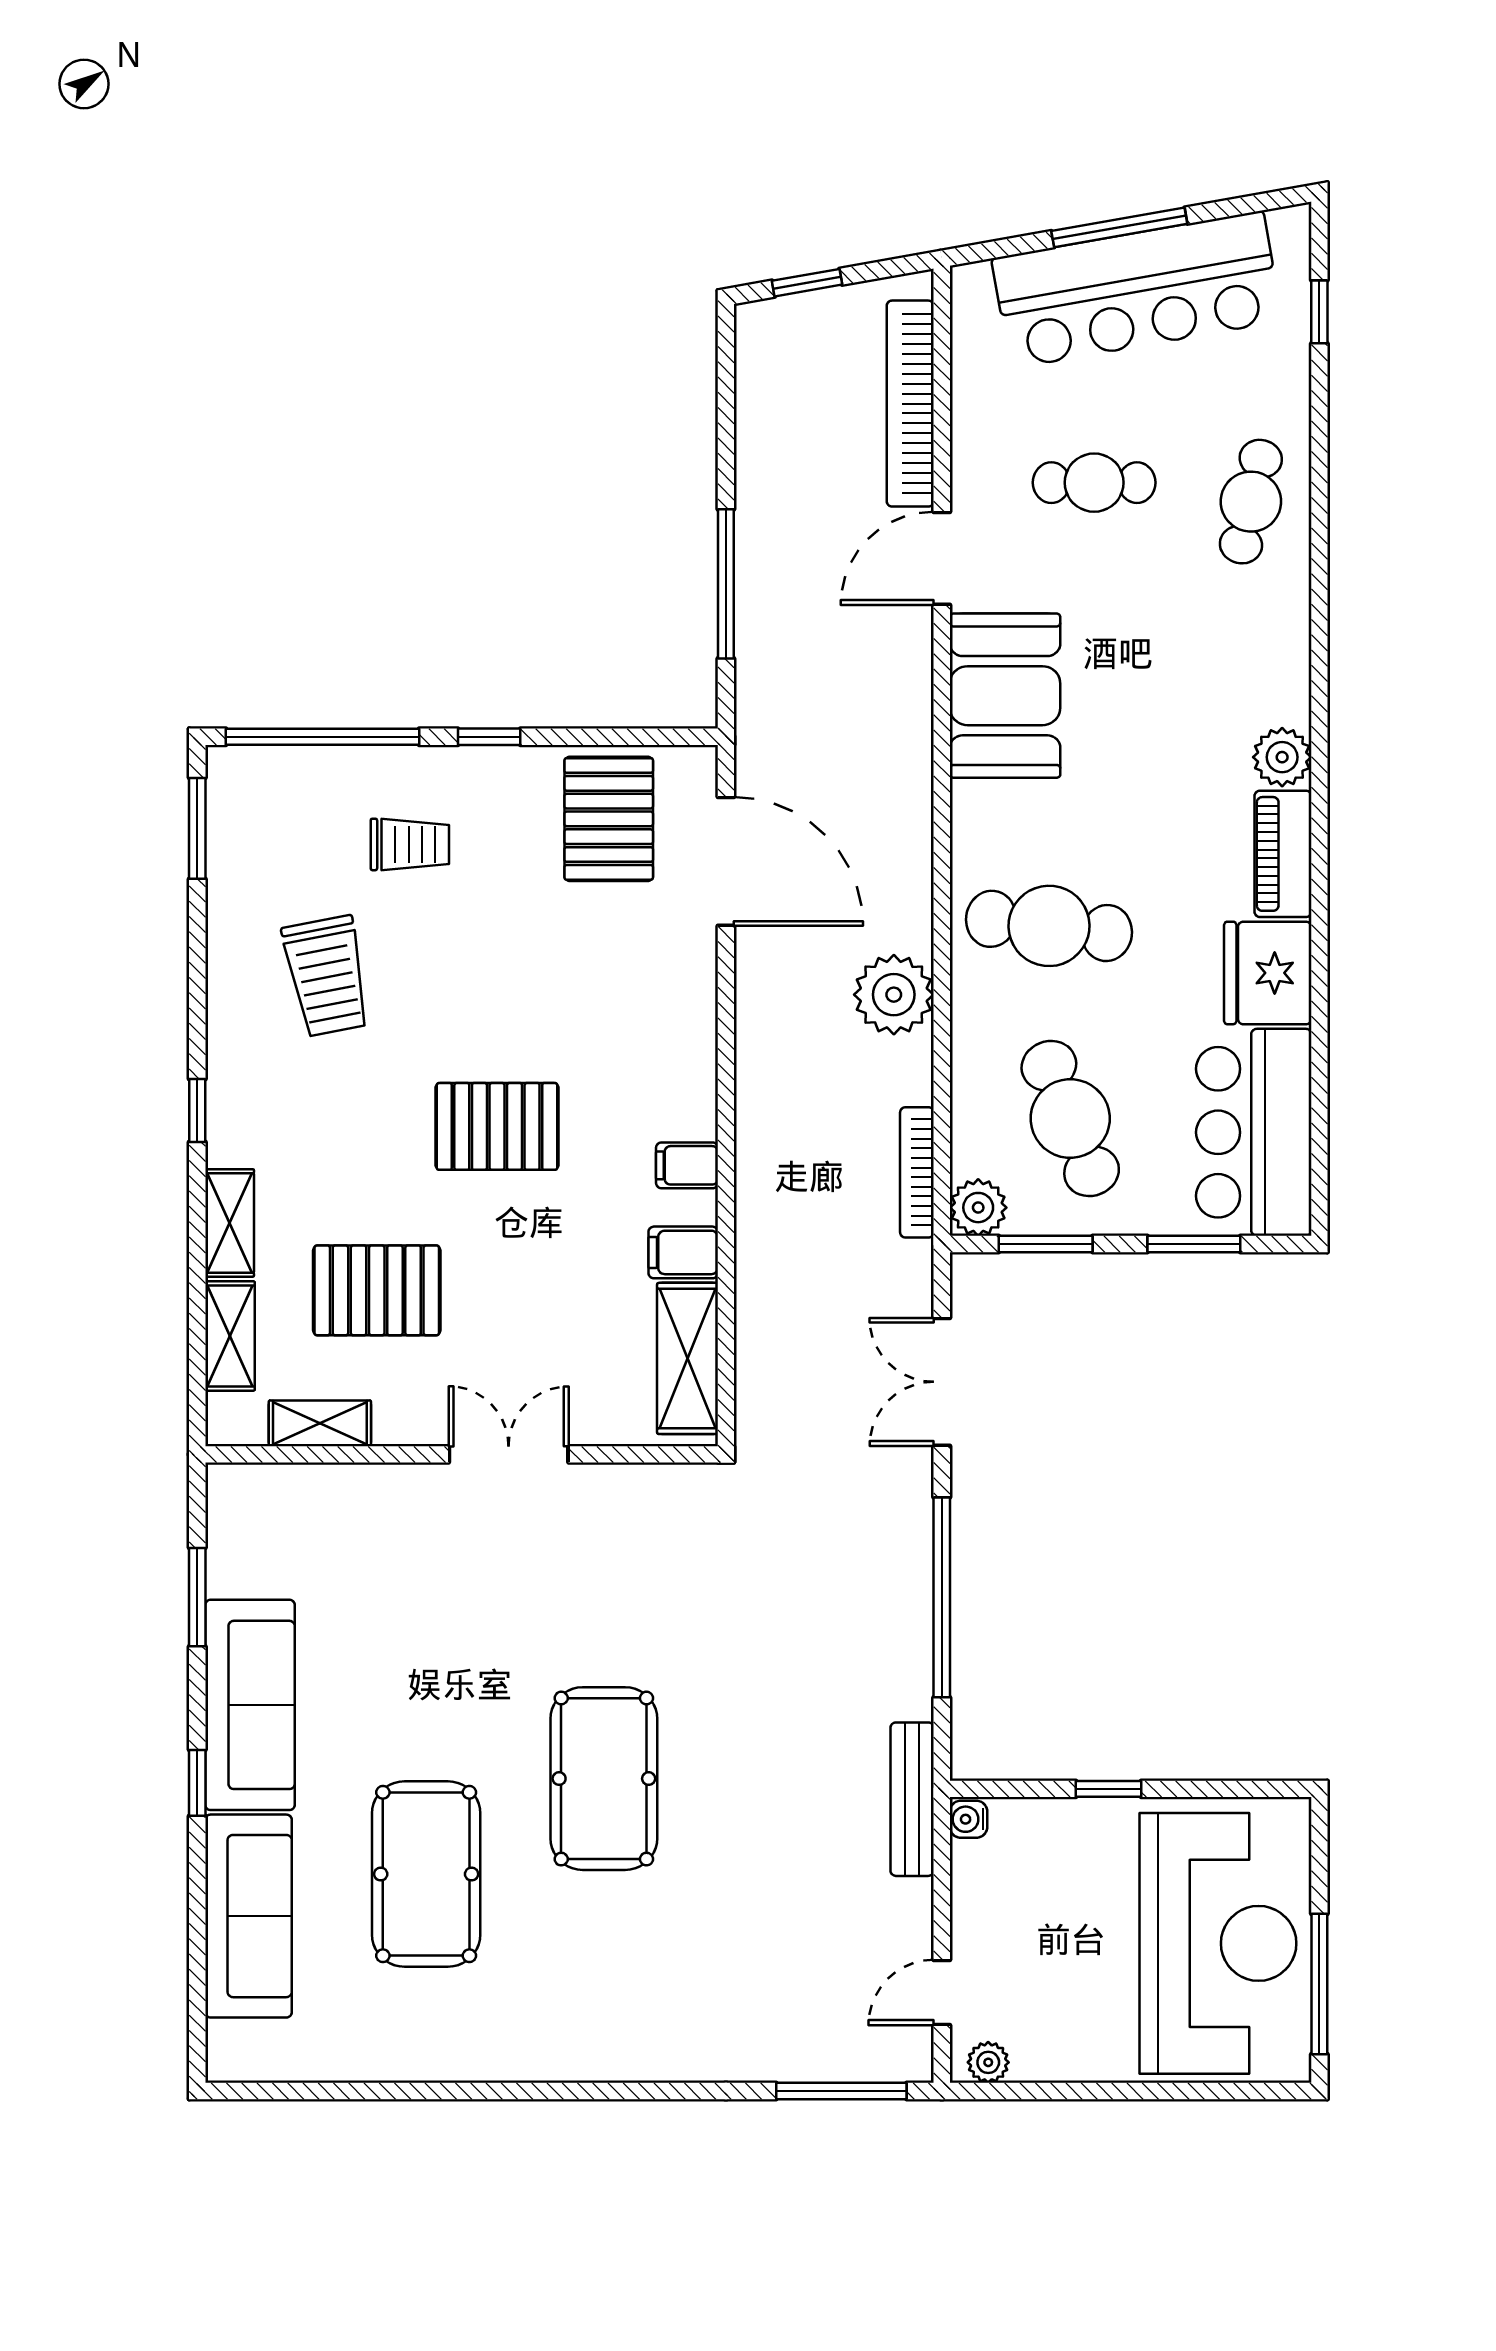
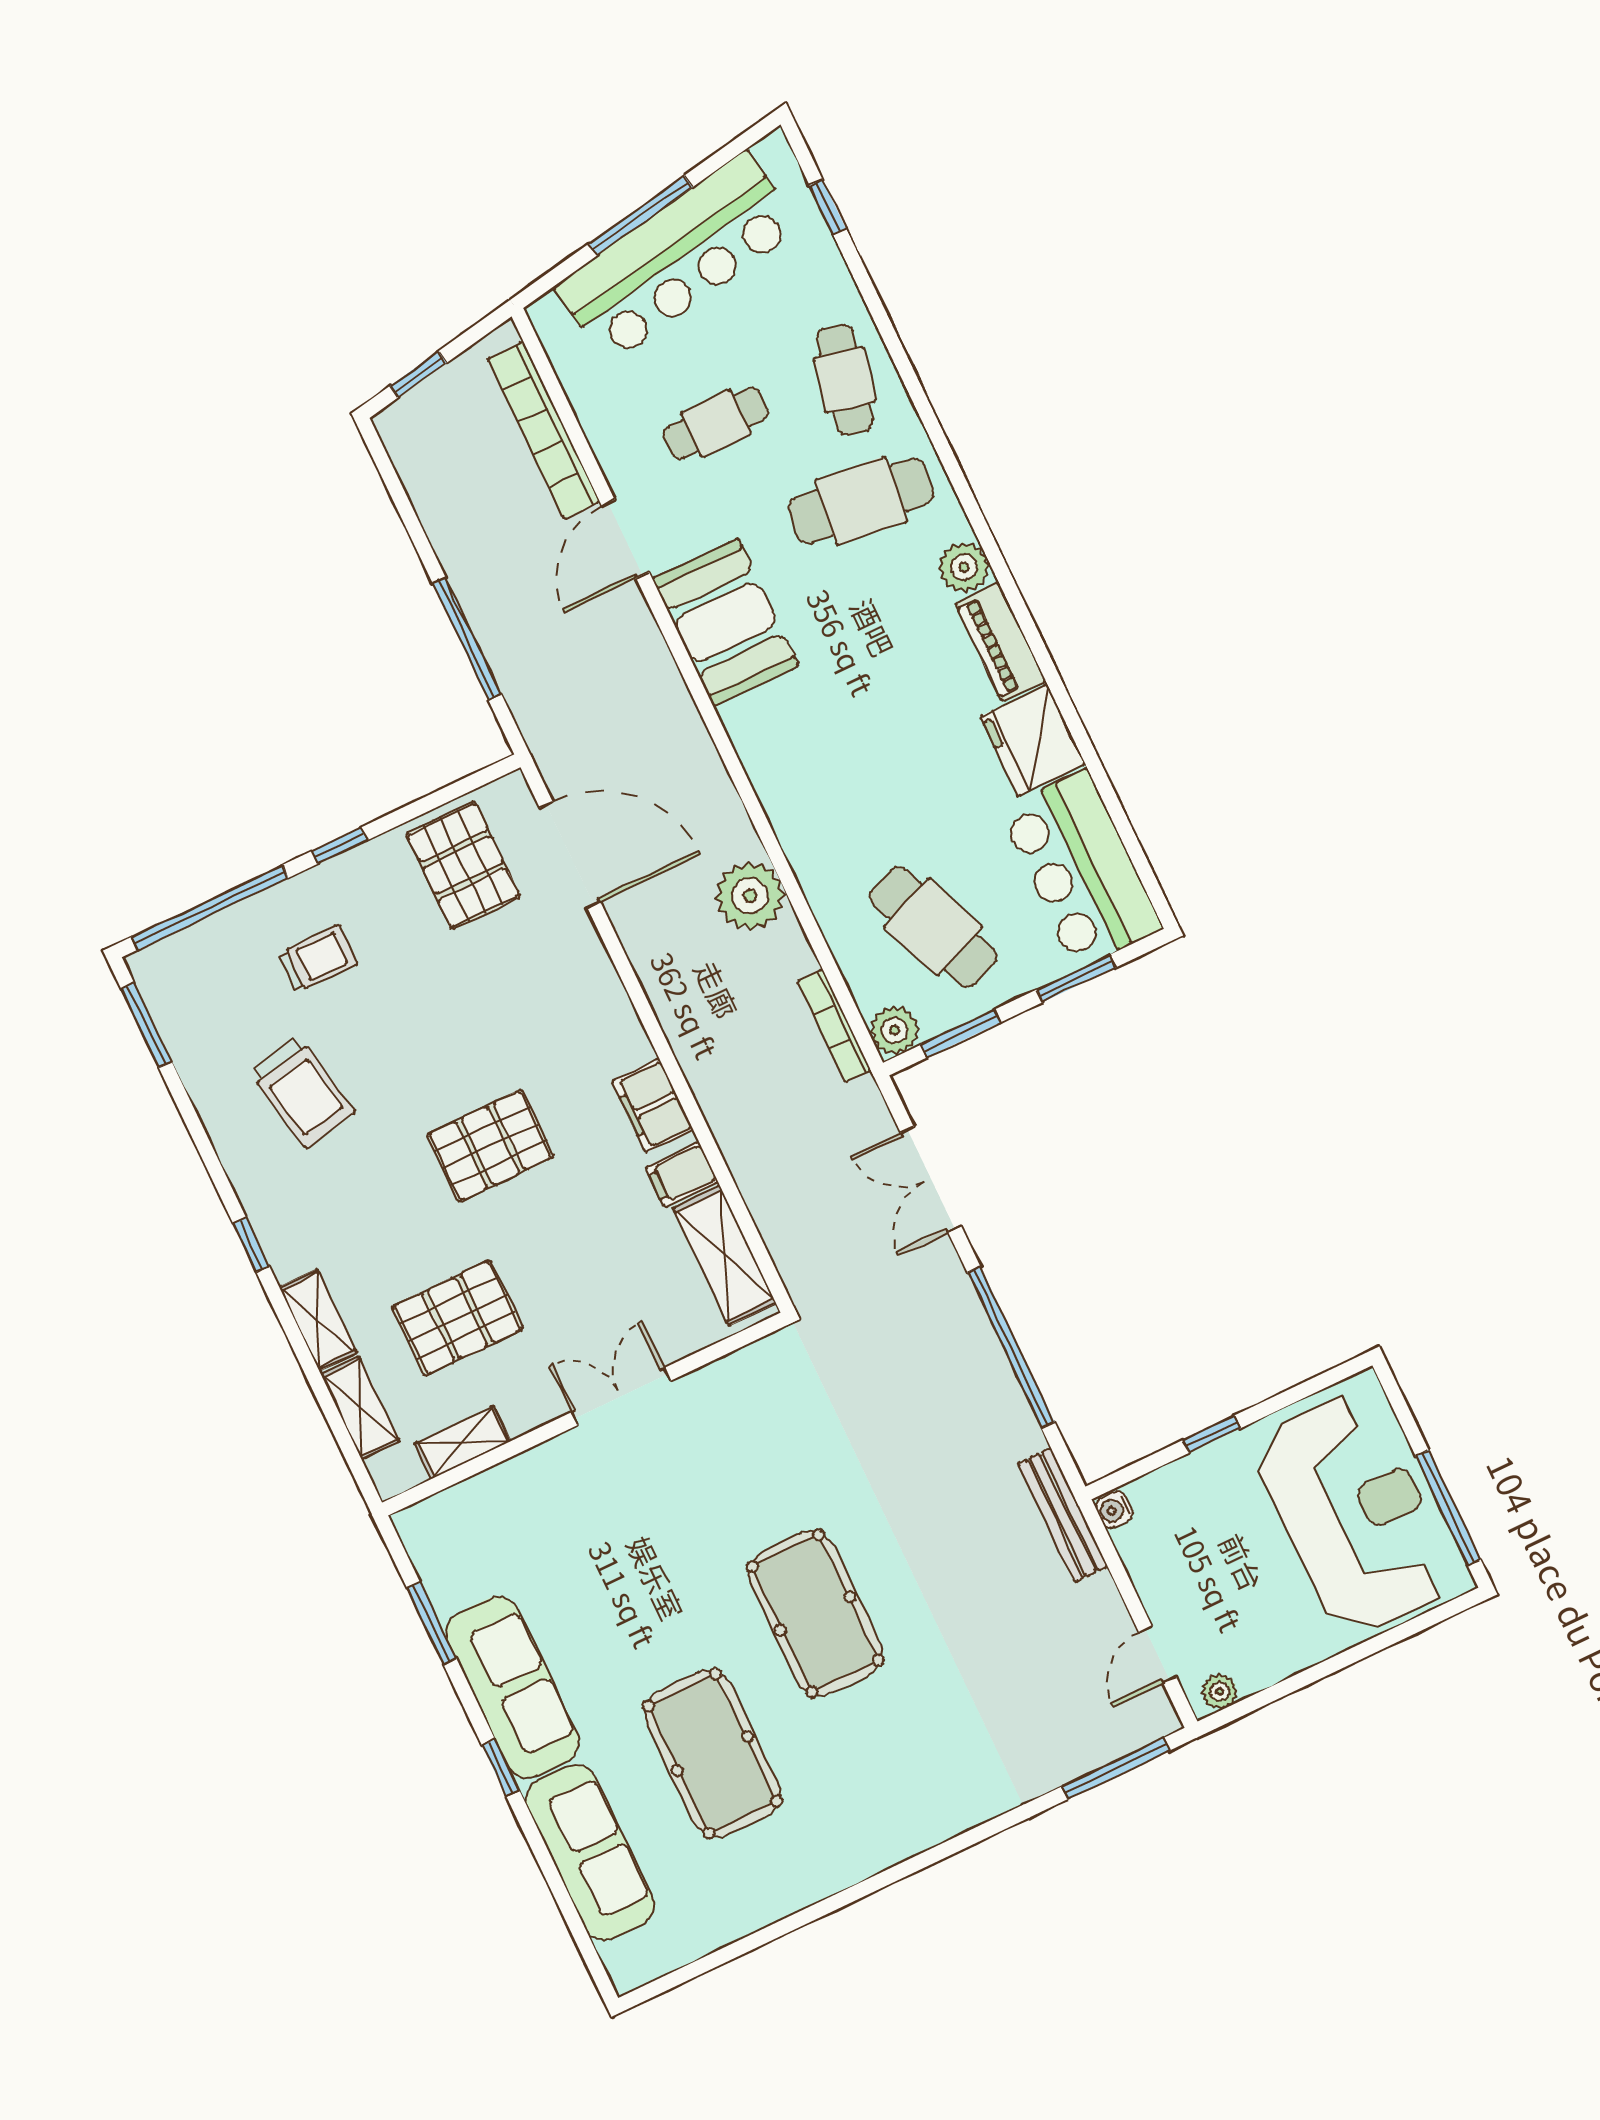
cafe table: (1049, 926) -> (861, 501), moved
filing cabinet: (687, 1165) -> (652, 1106), width x2.00

